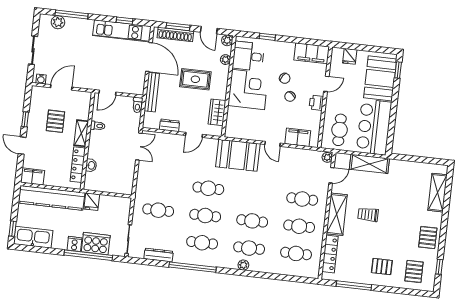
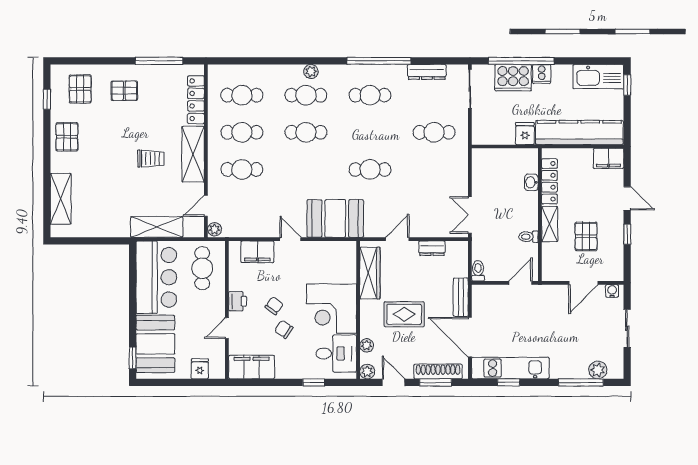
bench: (152, 92) -> (461, 297), width x0.73
wardrobe: (217, 112) -> (370, 273), width x1.50
cafe table: (205, 216) -> (370, 132), removed

